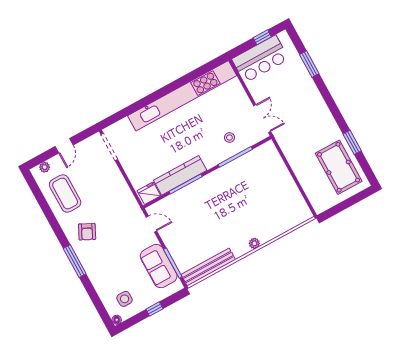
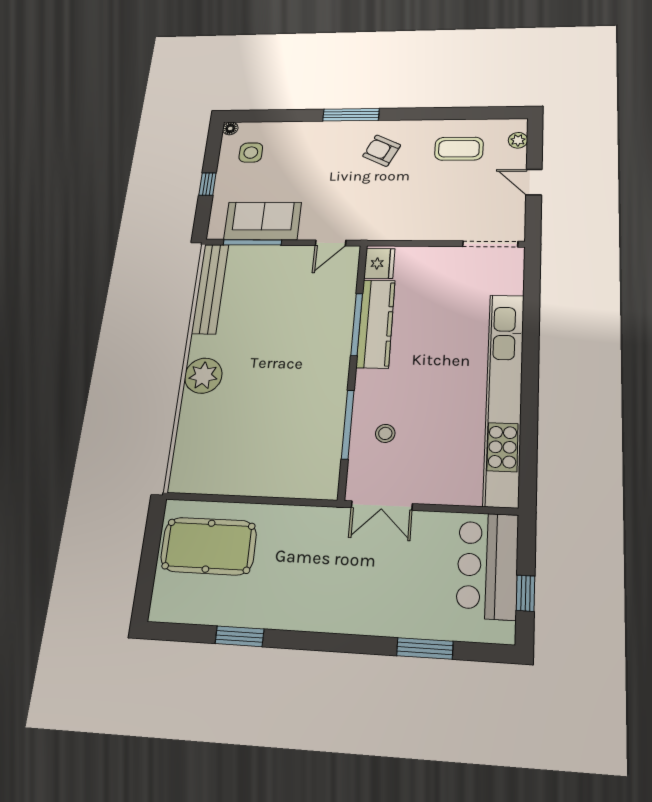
pool table: (339, 167) -> (209, 546), moved
coffee table: (65, 193) -> (459, 149), width x0.73, depth x0.76
plant: (254, 243) -> (203, 376), width x1.88, depth x1.88

